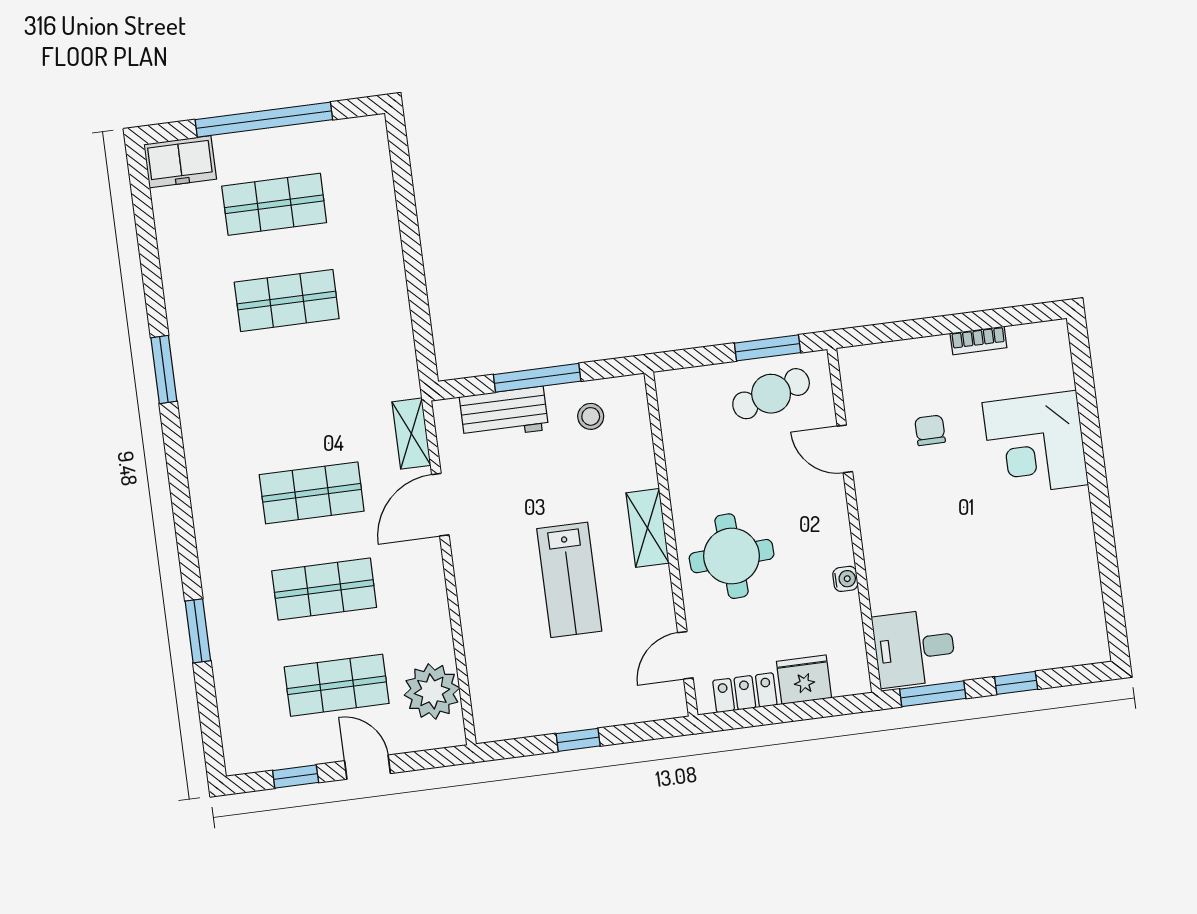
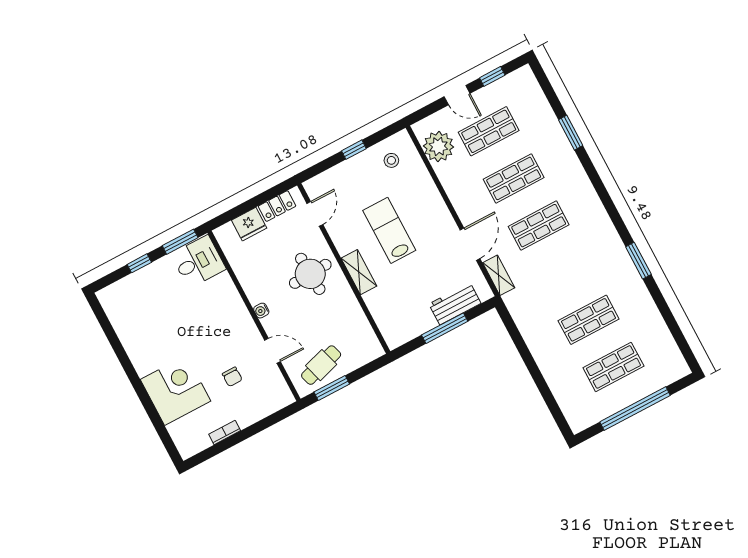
freezer: (180, 162) -> (670, 371), removed
stool: (591, 416) -> (391, 160), moved
water cooler: (845, 579) -> (261, 311), moved

